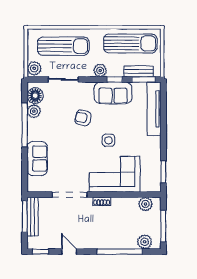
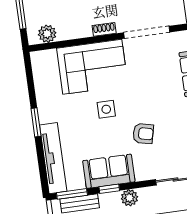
window: (163, 172) -> (36, 122), moved

